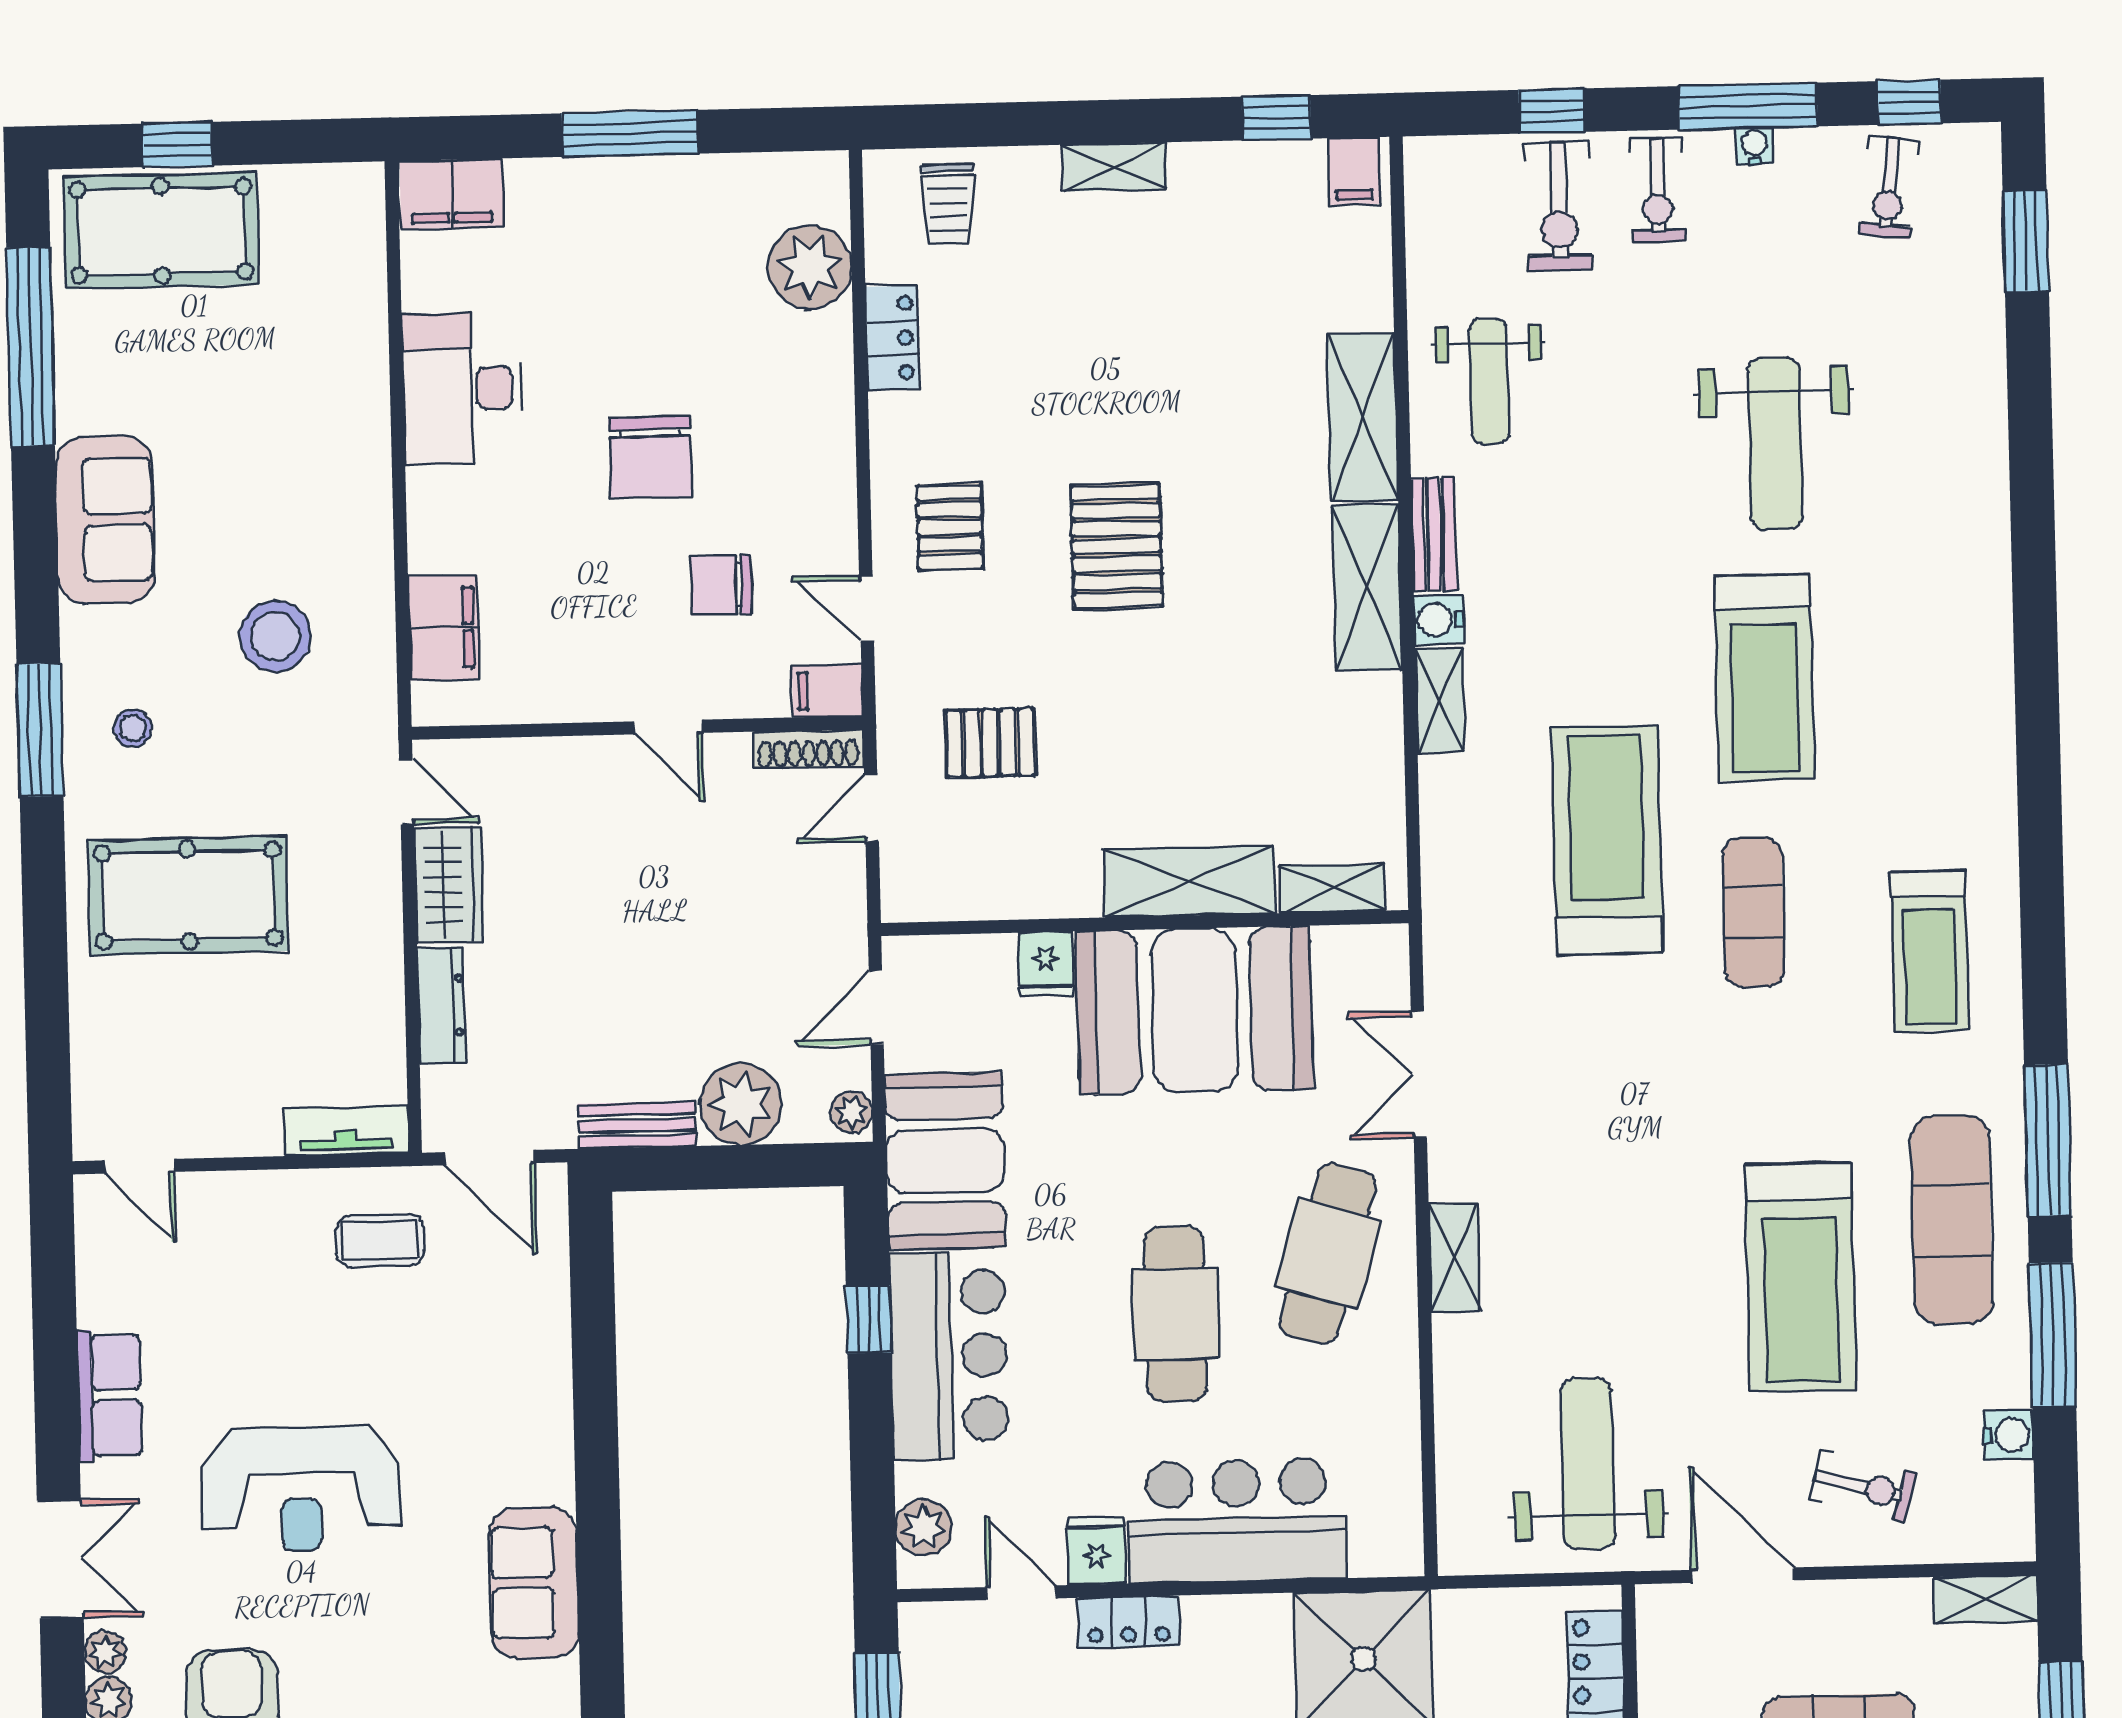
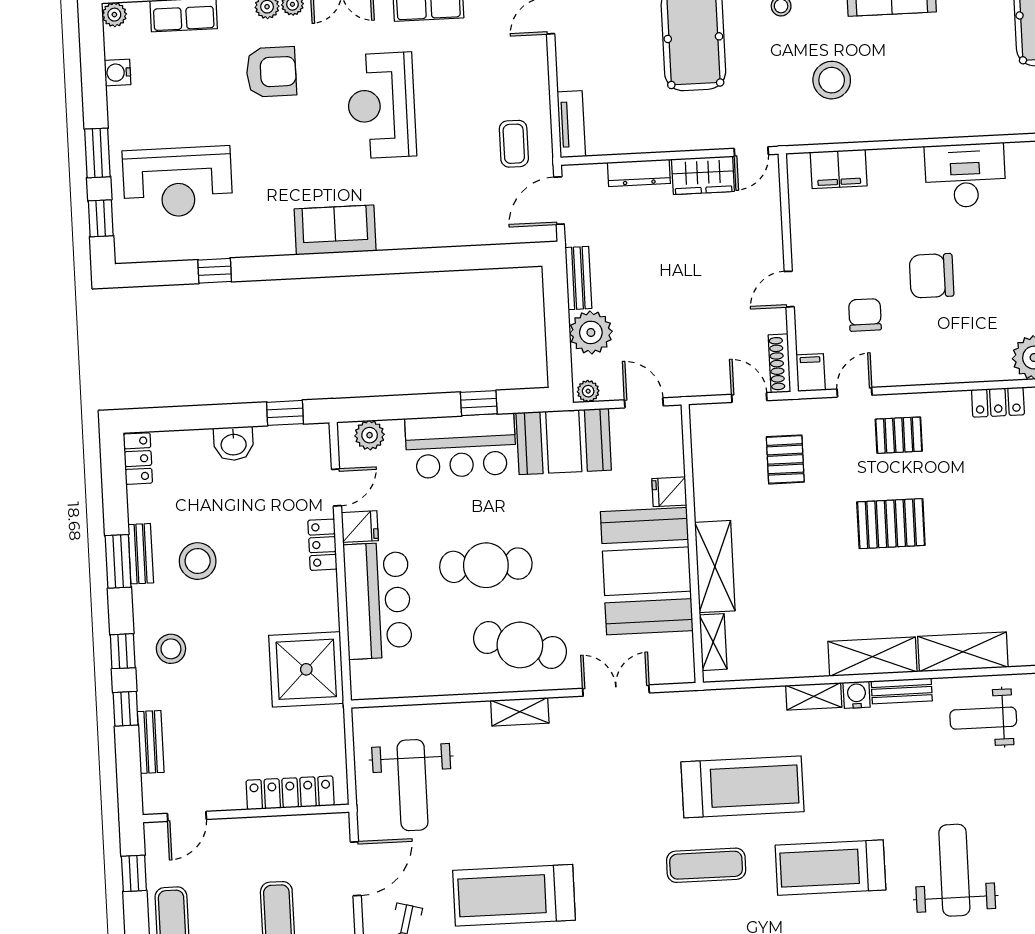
weight bench: (1775, 443) -> (954, 870), turned 90
weight bench: (1588, 1464) -> (413, 785), turned 90

